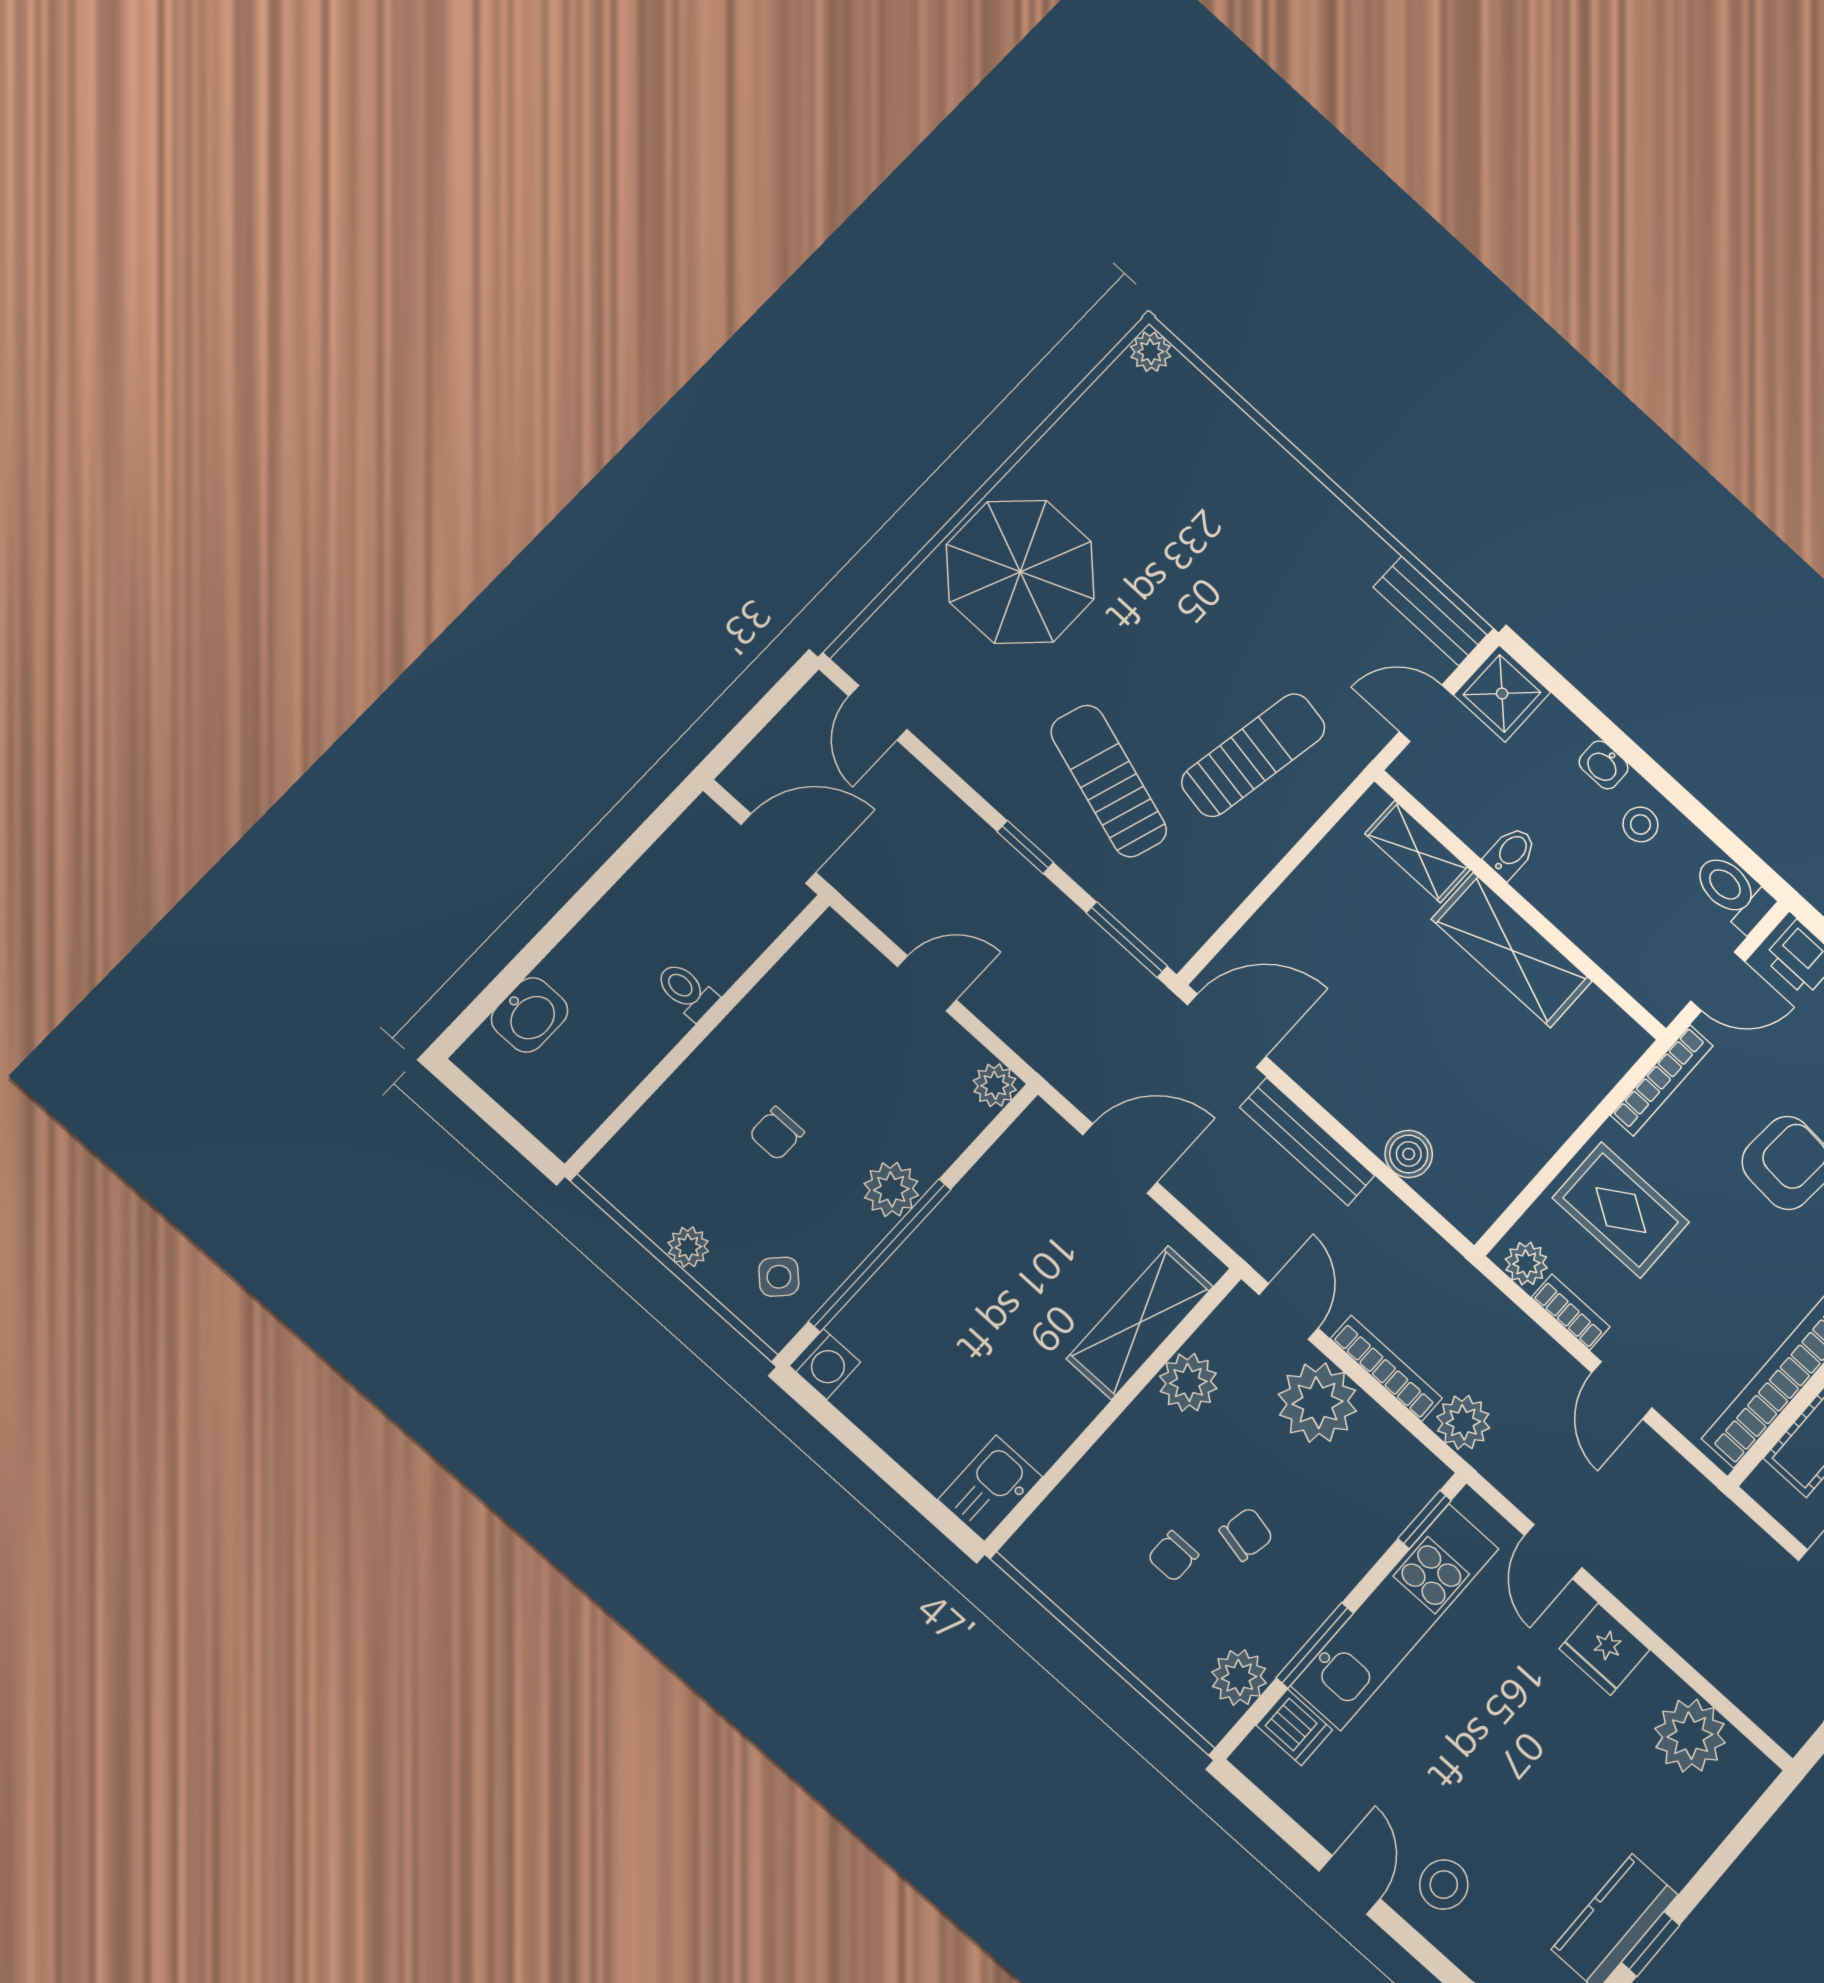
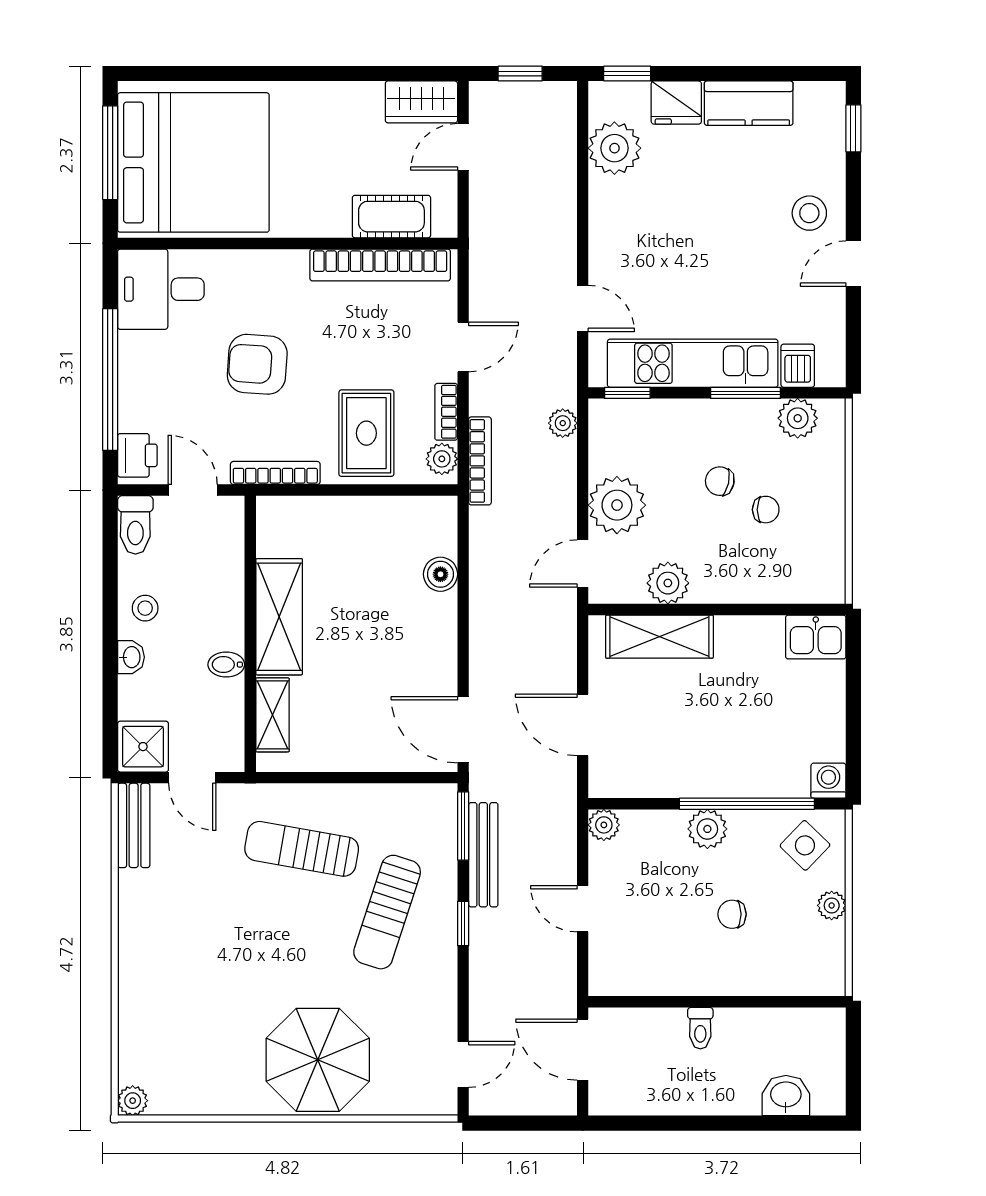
chair: (777, 1133) -> (732, 914), turned 180
bench: (1307, 1142) -> (483, 855), moved
side table: (779, 1277) -> (805, 845), width x1.37, depth x1.37
bookcase: (1386, 1368) -> (480, 461), moved, turned 180
plant: (1463, 1422) -> (563, 423), width x0.73, depth x0.73
door: (1553, 1552) -> (583, 308), hinge flipped
fridge: (1604, 1649) -> (676, 103), moved, turned 90
window: (1651, 1944) -> (627, 74), moved

